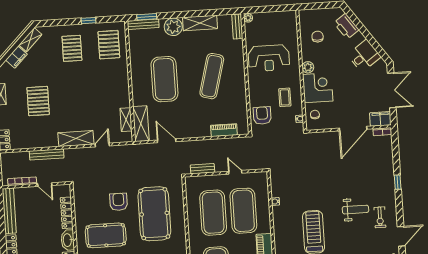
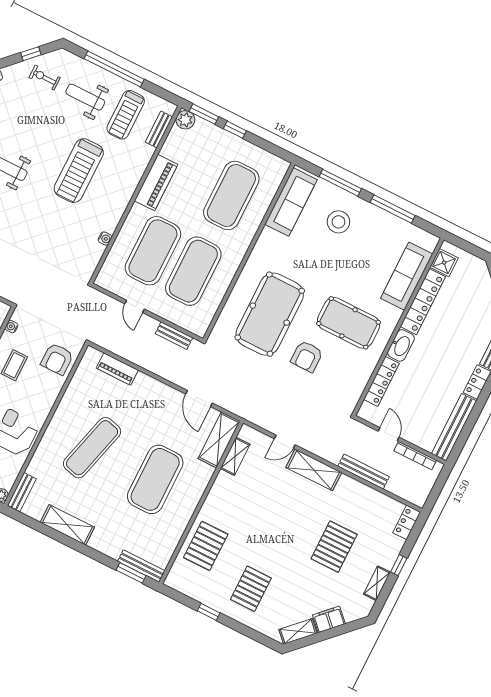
plant: (173, 27) -> (104, 540), removed
pallet: (109, 45) -> (206, 546), moved

